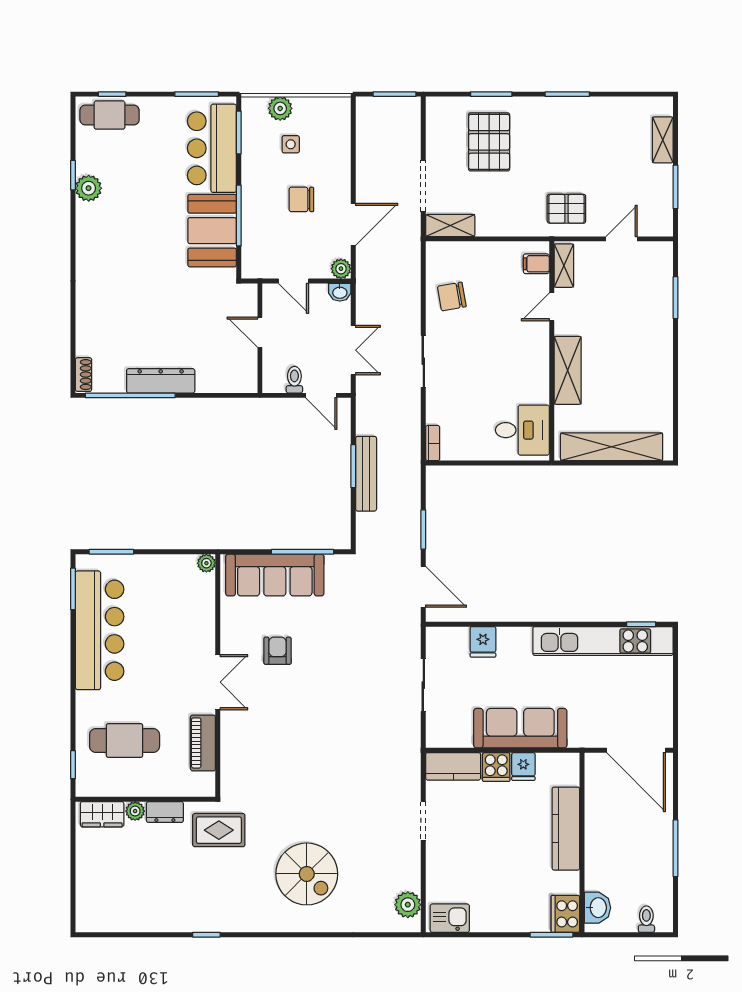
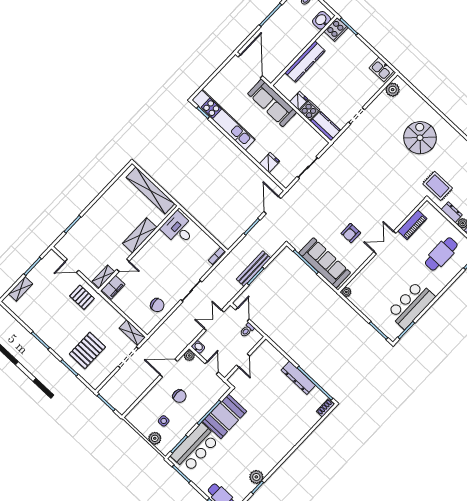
filing cabinet: (536, 264) -> (113, 287), width x2.00
bar counter: (100, 630) -> (411, 305), width x0.73
sofa: (520, 728) -> (272, 103), moved
cafe table: (125, 740) -> (441, 254), turned 90

